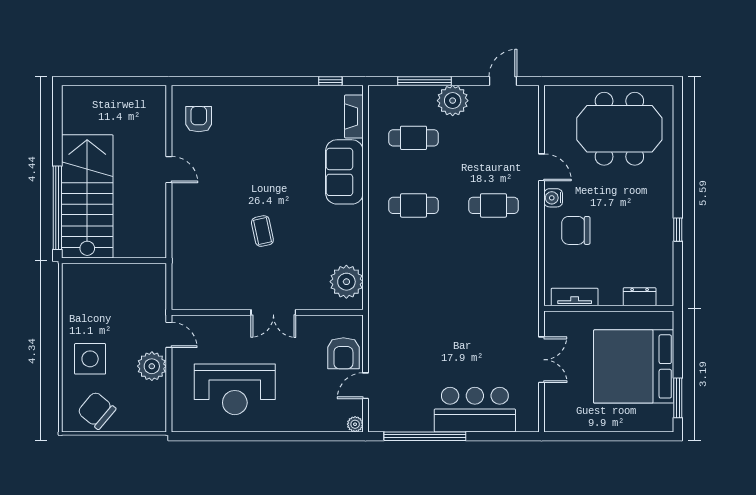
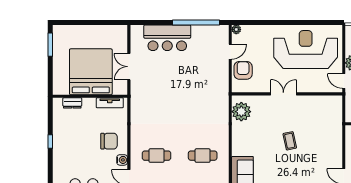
bed: (634, 366) -> (91, 72), moved, turned -90
reception desk: (235, 389) -> (306, 50), width x1.36, depth x1.30

